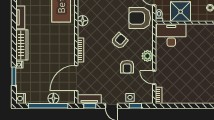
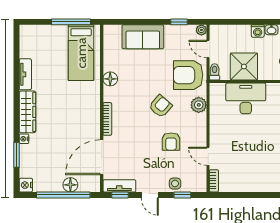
desk: (171, 35) -> (246, 98), moved
plant: (147, 56) -> (199, 105), moved

